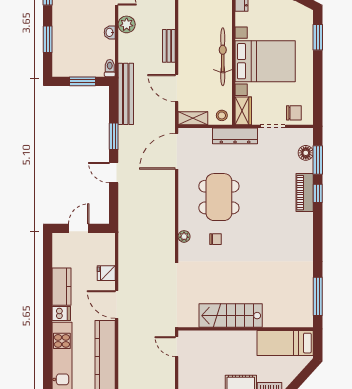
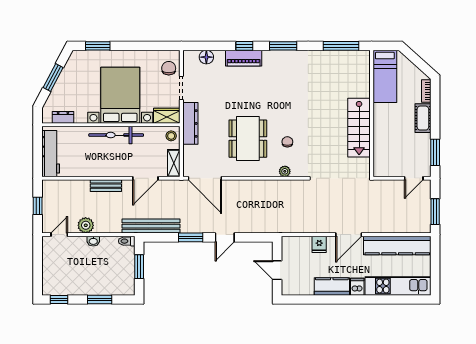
window: (318, 160) -> (283, 46), moved
dining table: (219, 197) -> (248, 139), turned 90
door: (177, 347) -> (414, 178), moved

